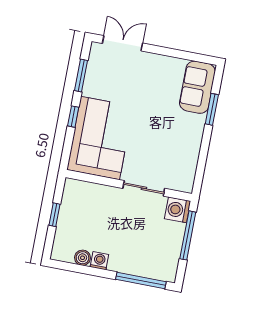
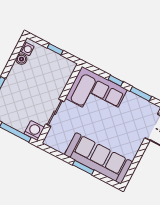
sofa: (197, 87) -> (99, 158), width x1.85, depth x1.27
window: (212, 109) -> (83, 168), moved
washing machine: (99, 261) -> (27, 49), moved

